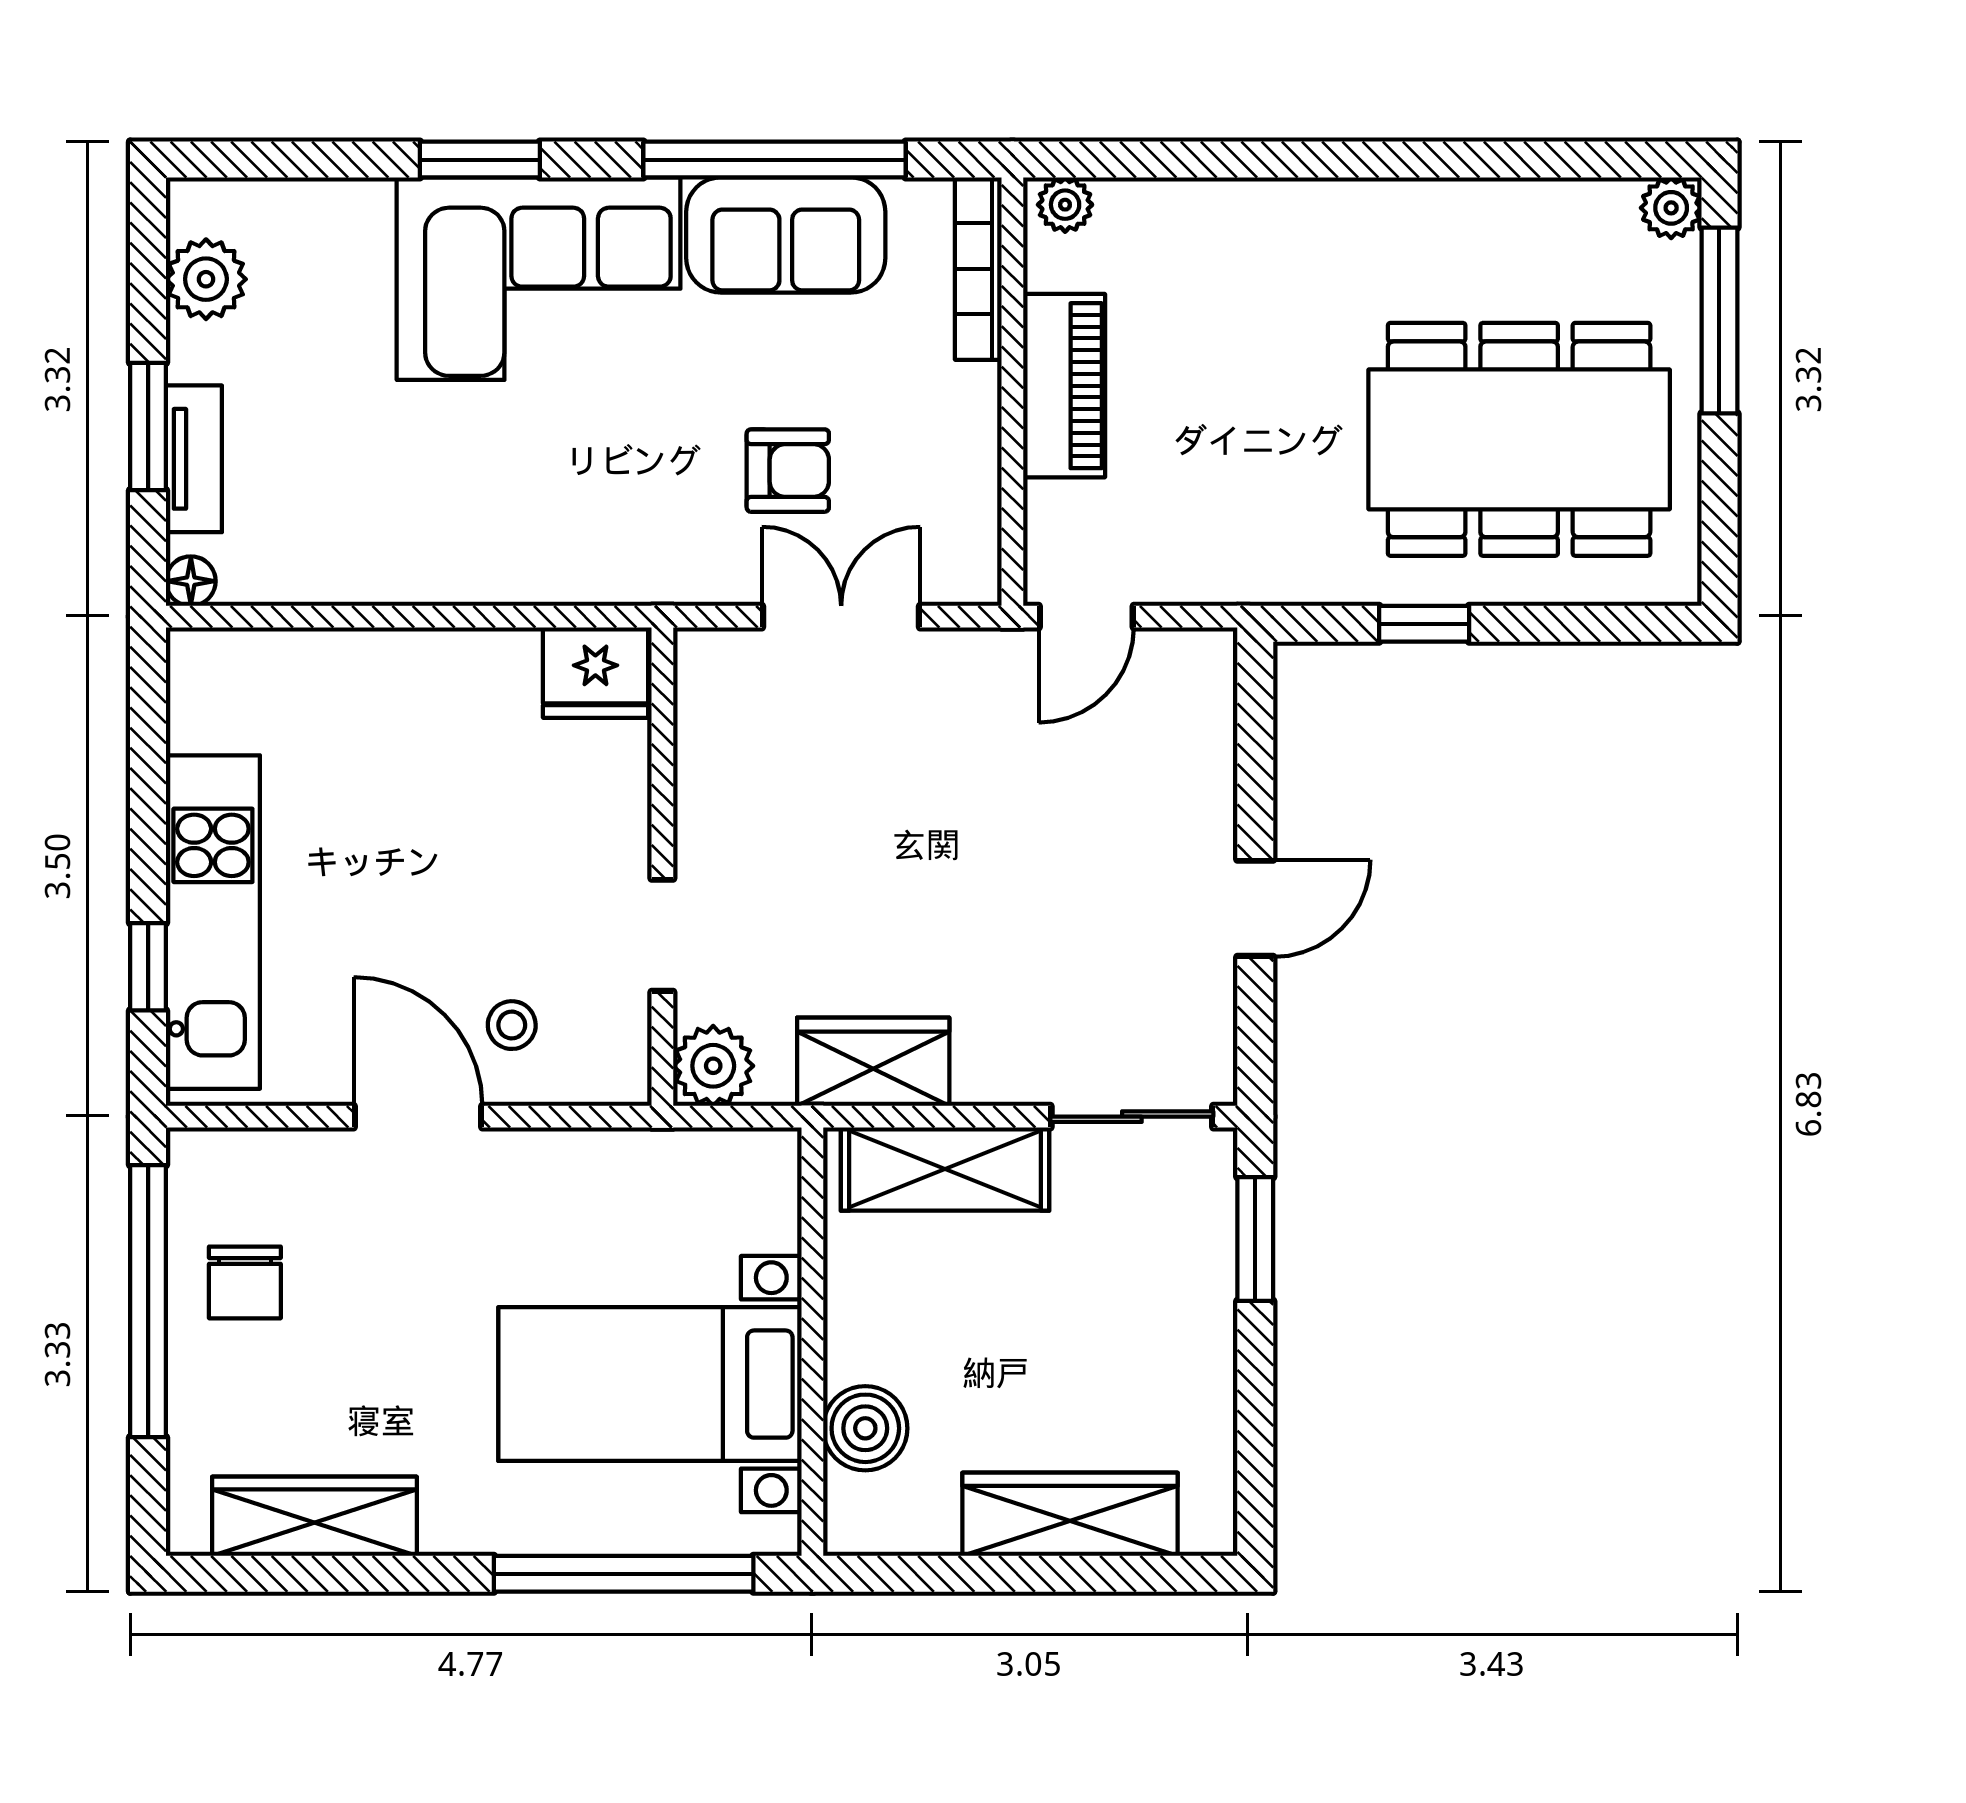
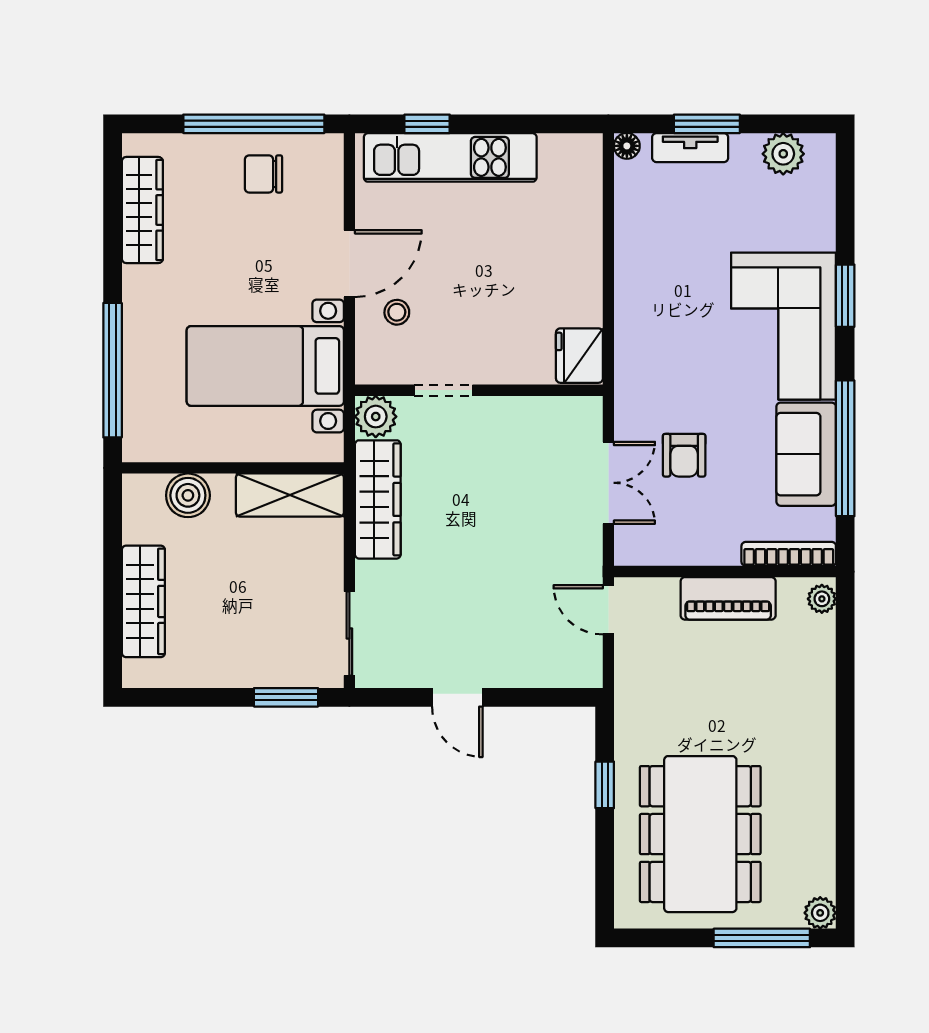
wardrobe: (873, 1062) -> (378, 499), width x1.50
shelving: (945, 1169) -> (290, 495), moved, turned 90
bed with nightstands: (650, 1384) -> (265, 366), moved, turned -90

